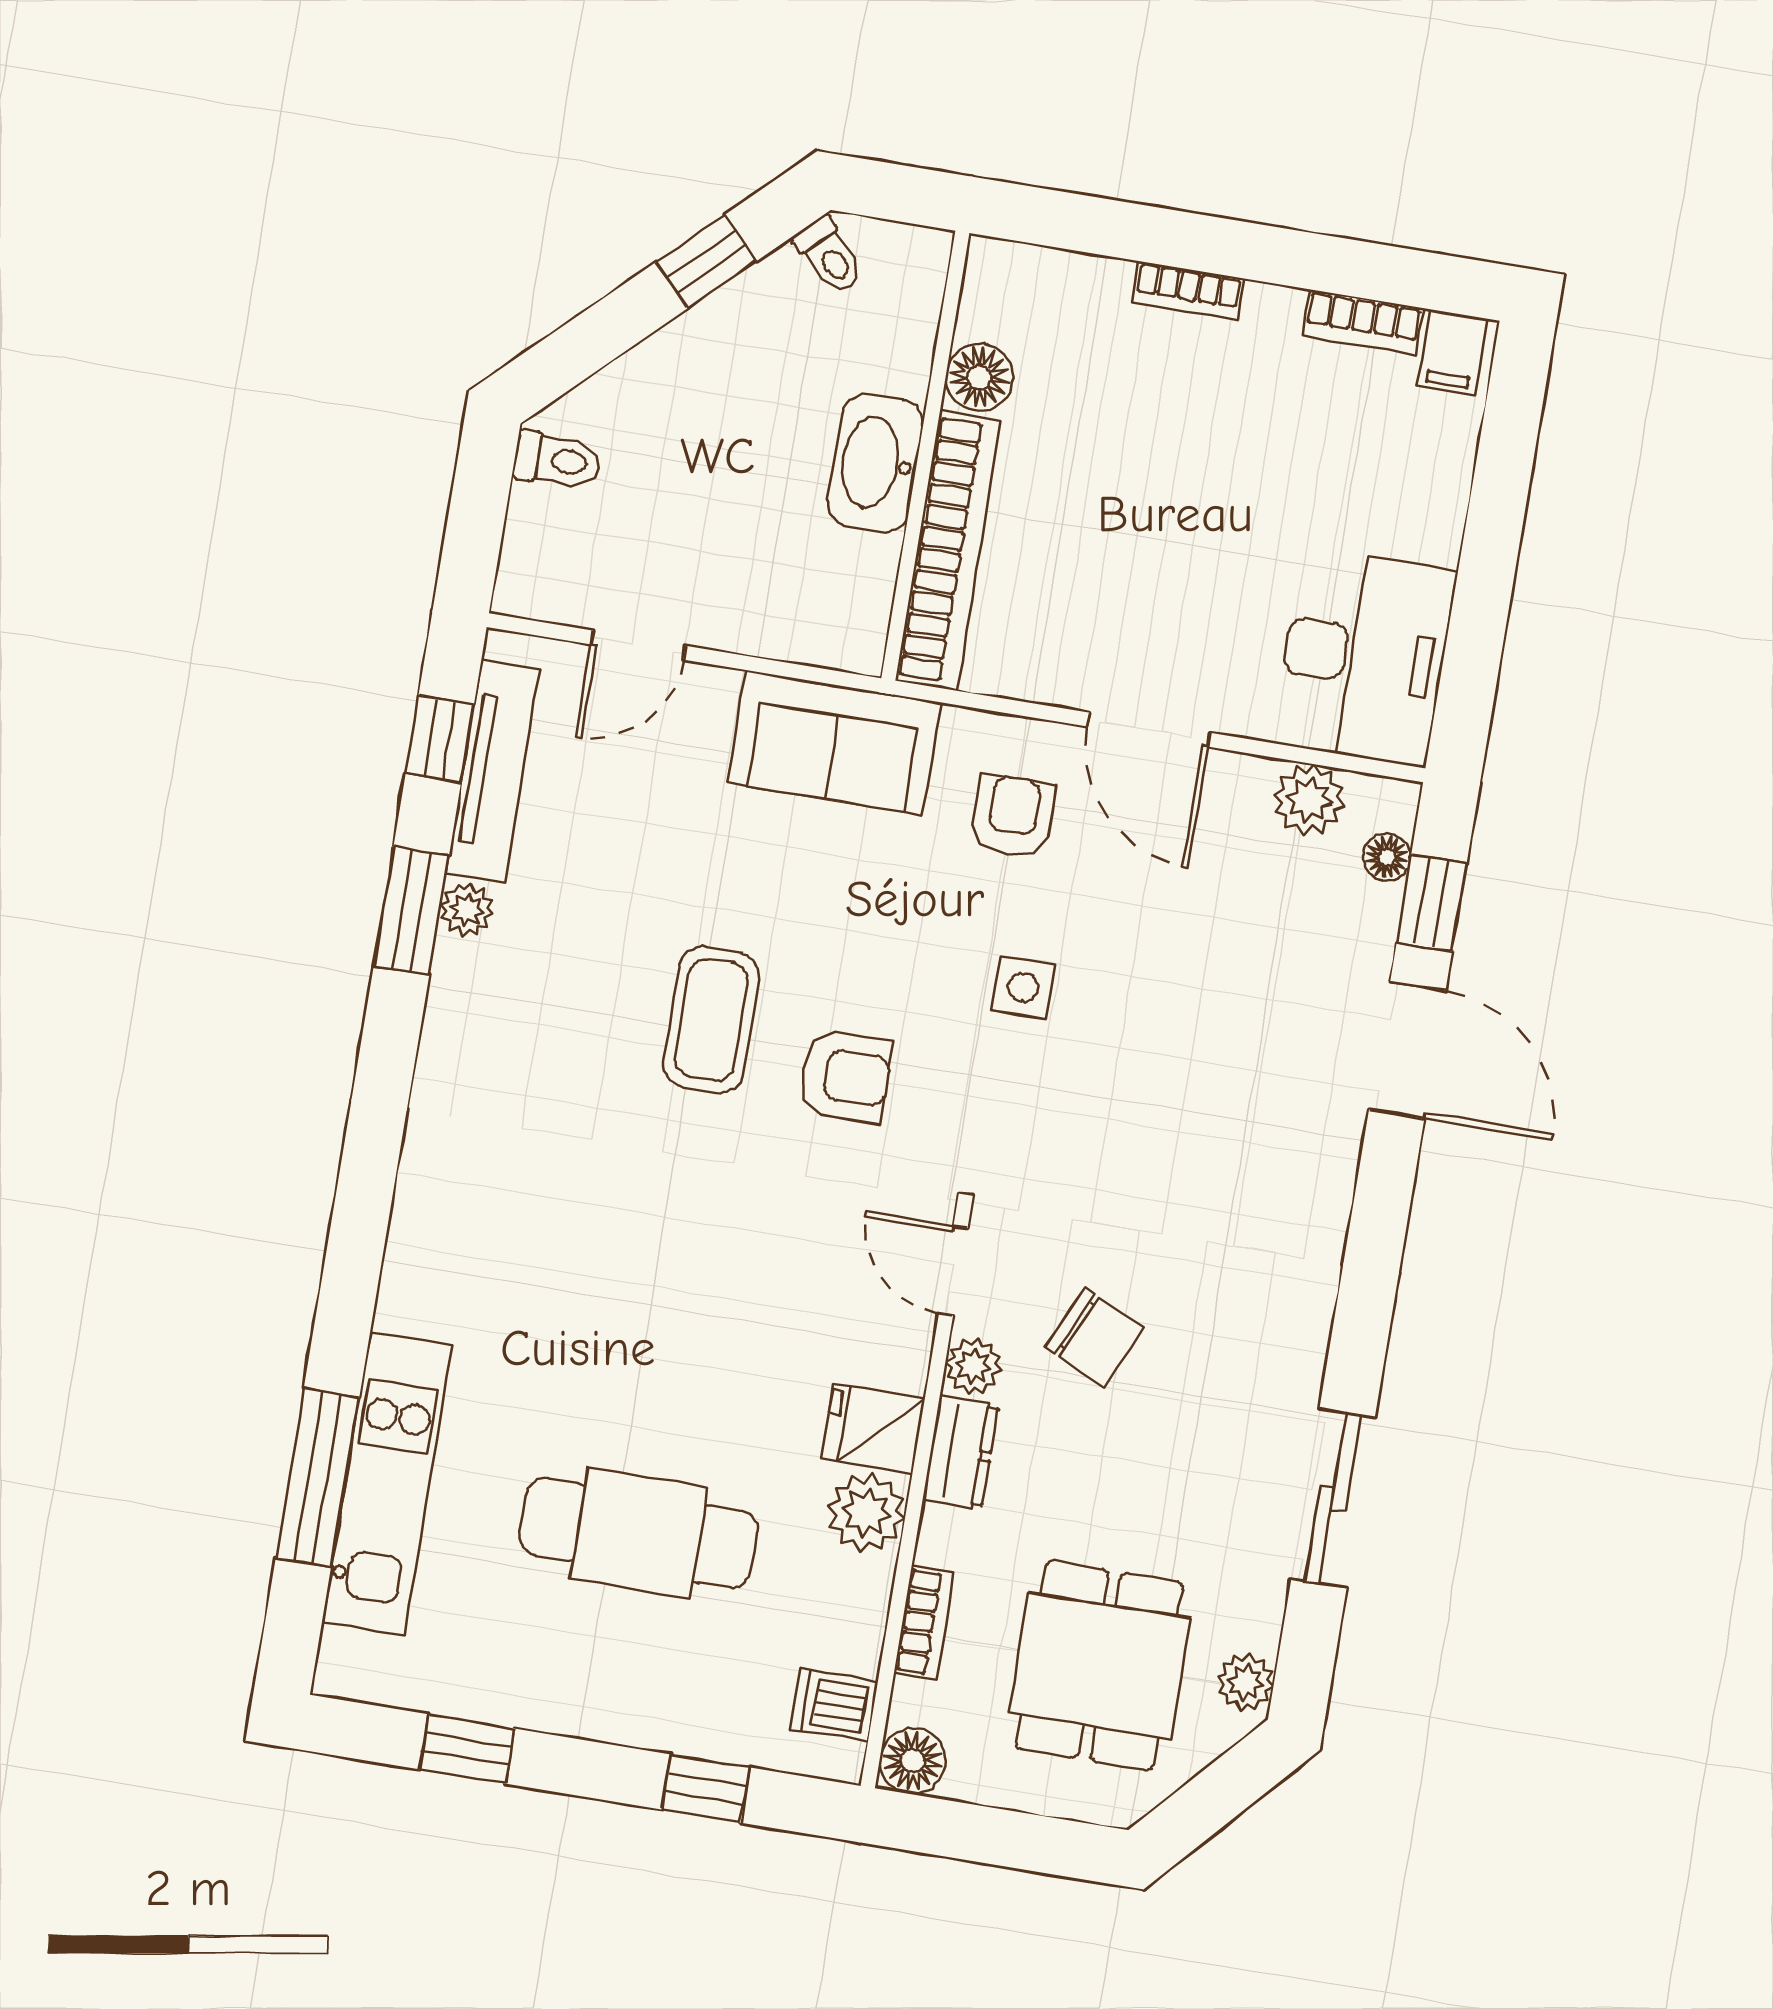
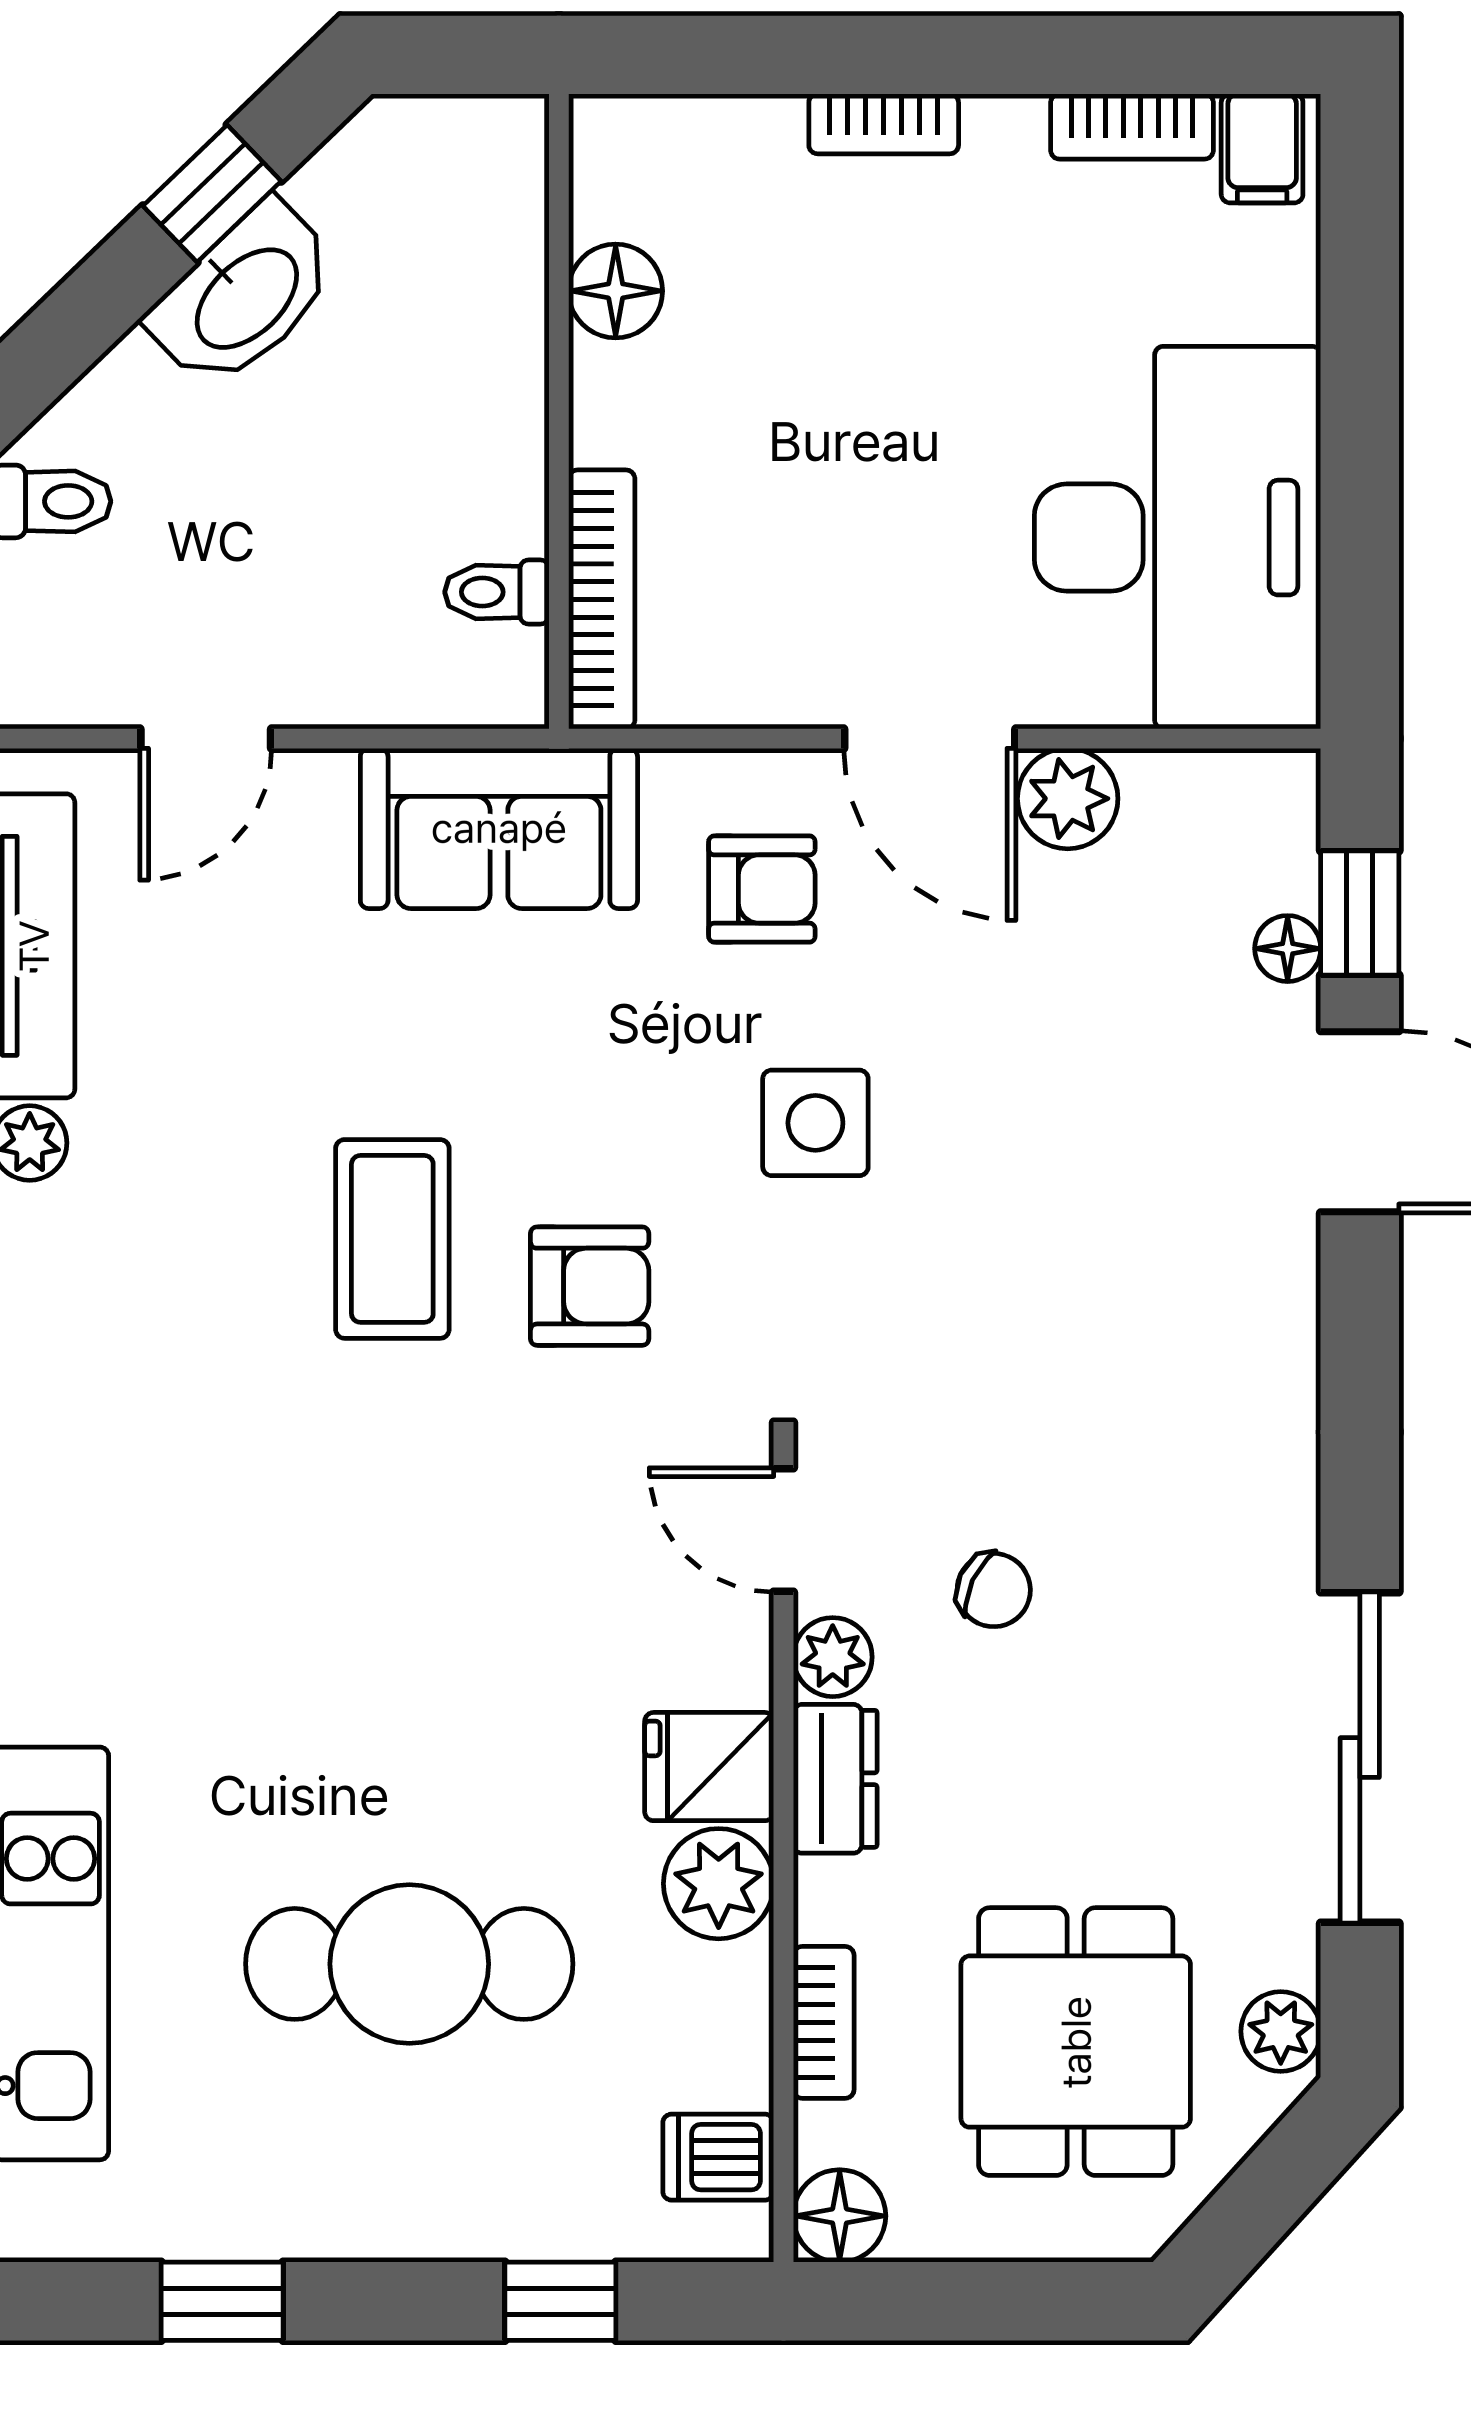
toilet: (829, 256) -> (497, 592), moved, turned 134
washbasin: (876, 463) -> (244, 296), moved, turned -134
bookcase: (948, 551) -> (602, 599), width x0.68, depth x0.76
desk: (1364, 657) -> (1178, 538), width x1.36, depth x1.30
plant: (1309, 800) -> (1068, 799), moved
armchair: (1013, 816) -> (762, 889), turned 90
floor lamp: (1387, 857) -> (1288, 949), moved
side table: (1023, 987) -> (815, 1123), width x1.37, depth x1.37
chair: (1094, 1338) -> (994, 1590), width x0.73, depth x0.73
sliding door: (1333, 1498) -> (1360, 1758), width x1.37

